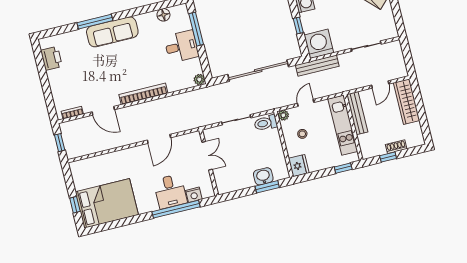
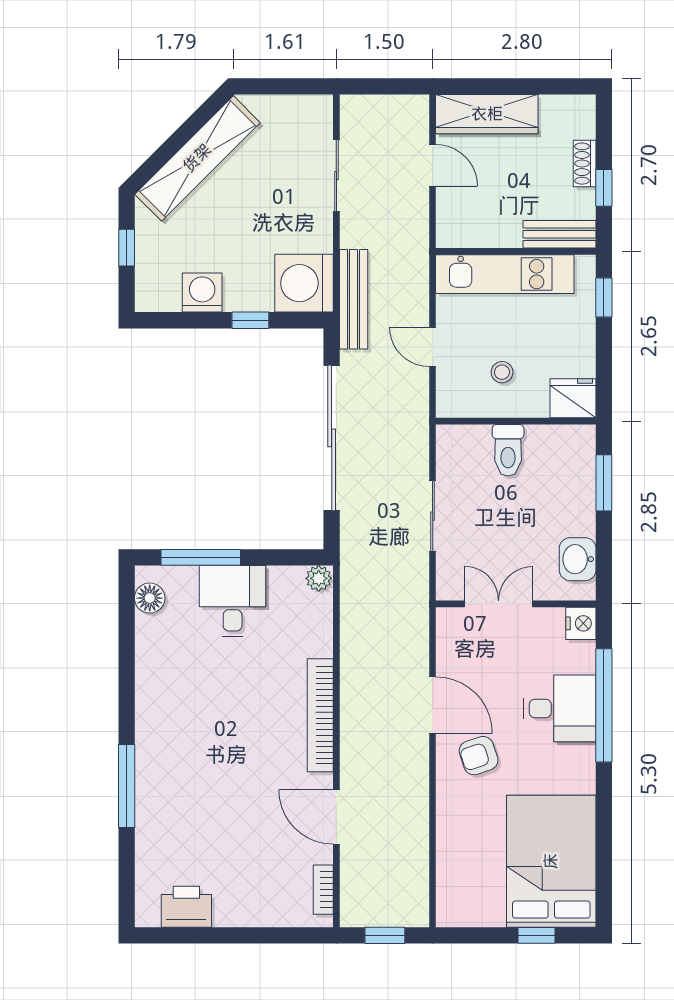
floor lamp: (163, 15) -> (150, 598), moved
sofa: (112, 32) -> (160, 752), removed
door: (103, 111) -> (336, 817), swing flipped
bench: (357, 113) -> (560, 234), moved, width x0.73
plant: (283, 115) -> (448, 405), removed
toilet: (266, 123) -> (508, 450), moved
armchair: (143, 163) -> (479, 756), added
washbasin: (263, 176) -> (578, 559), moved
nightstand: (194, 195) -> (581, 623), moved

